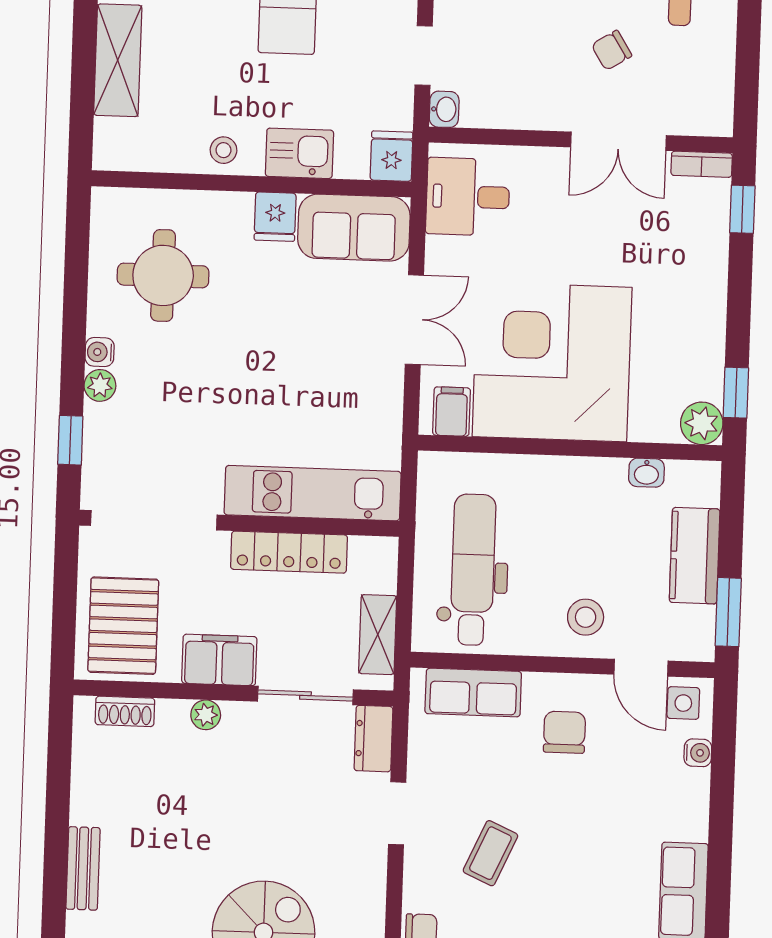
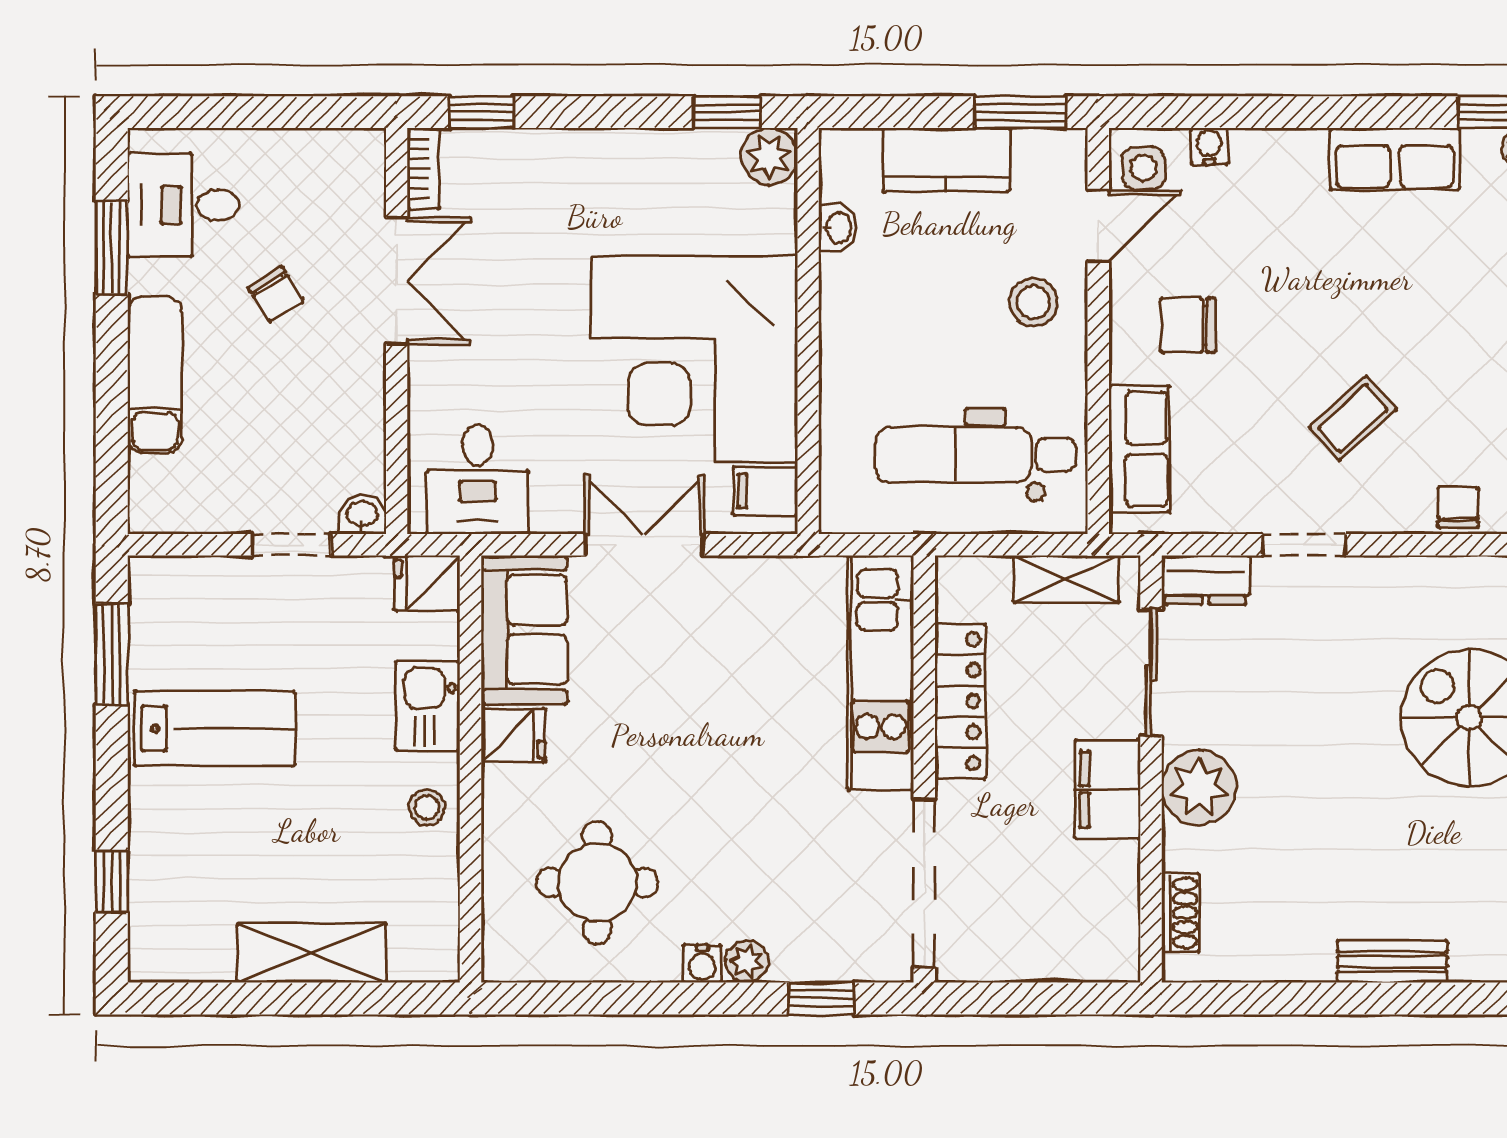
pallet: (123, 626) -> (1066, 919), removed
plant: (206, 715) -> (1199, 788), width x1.88, depth x1.88
coffee table: (490, 853) -> (1353, 418), turned -66

